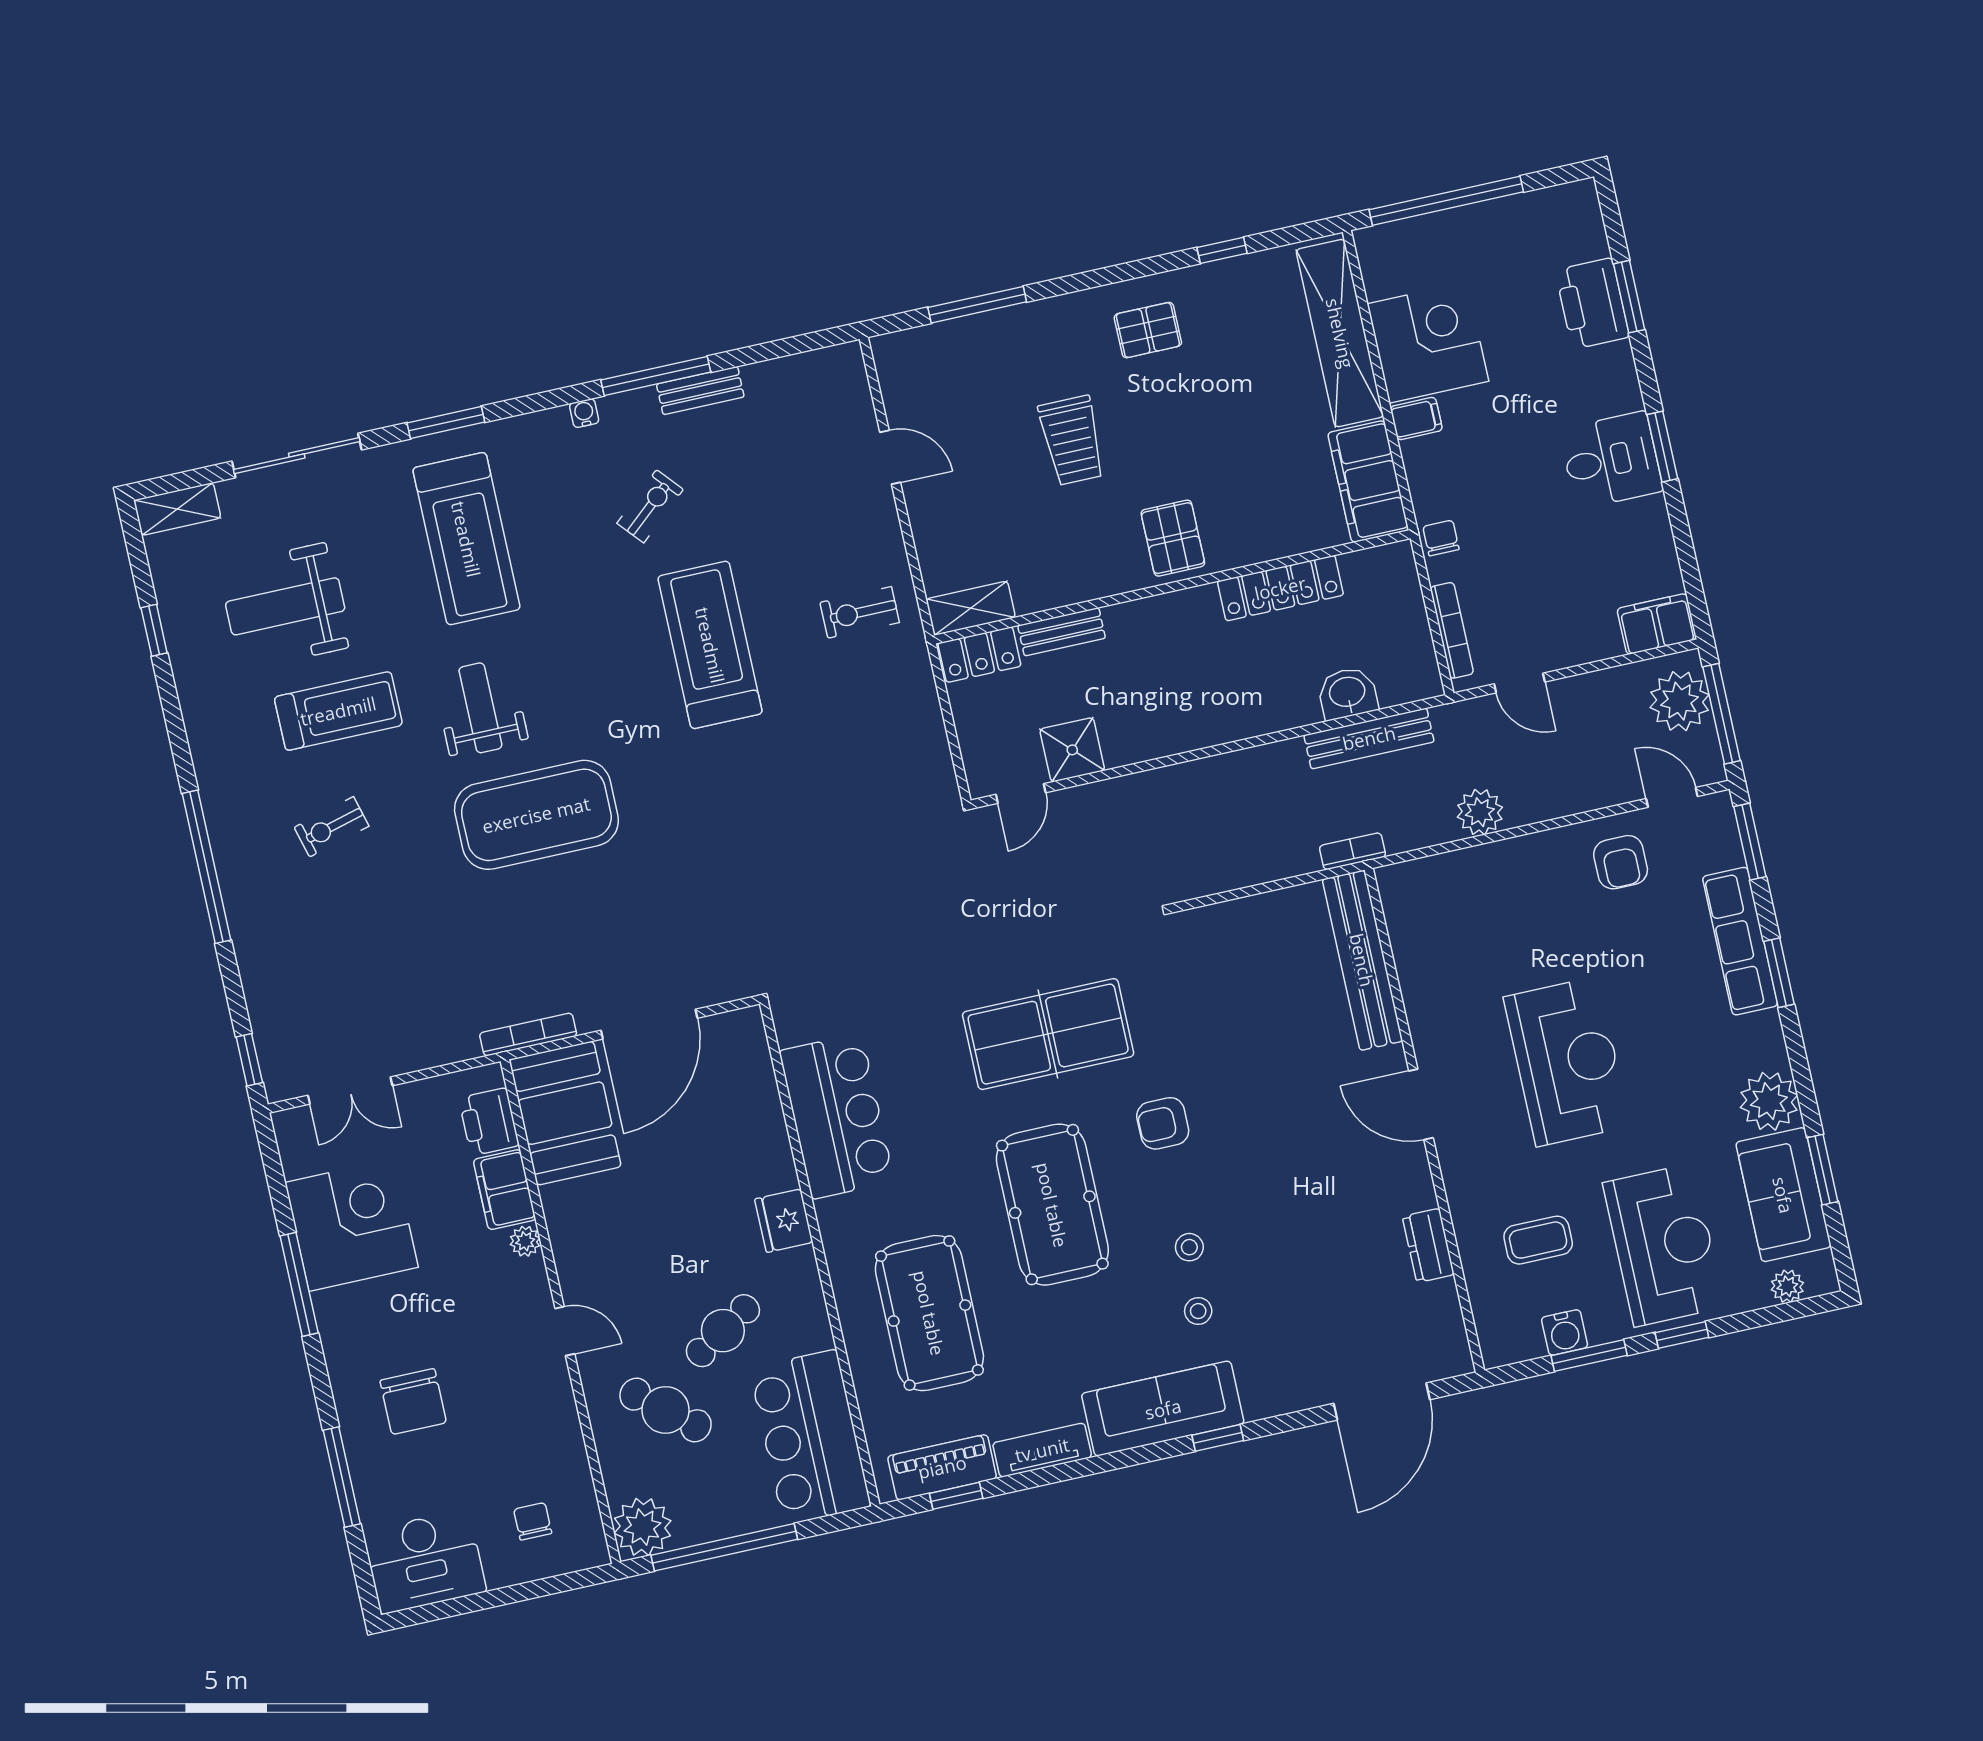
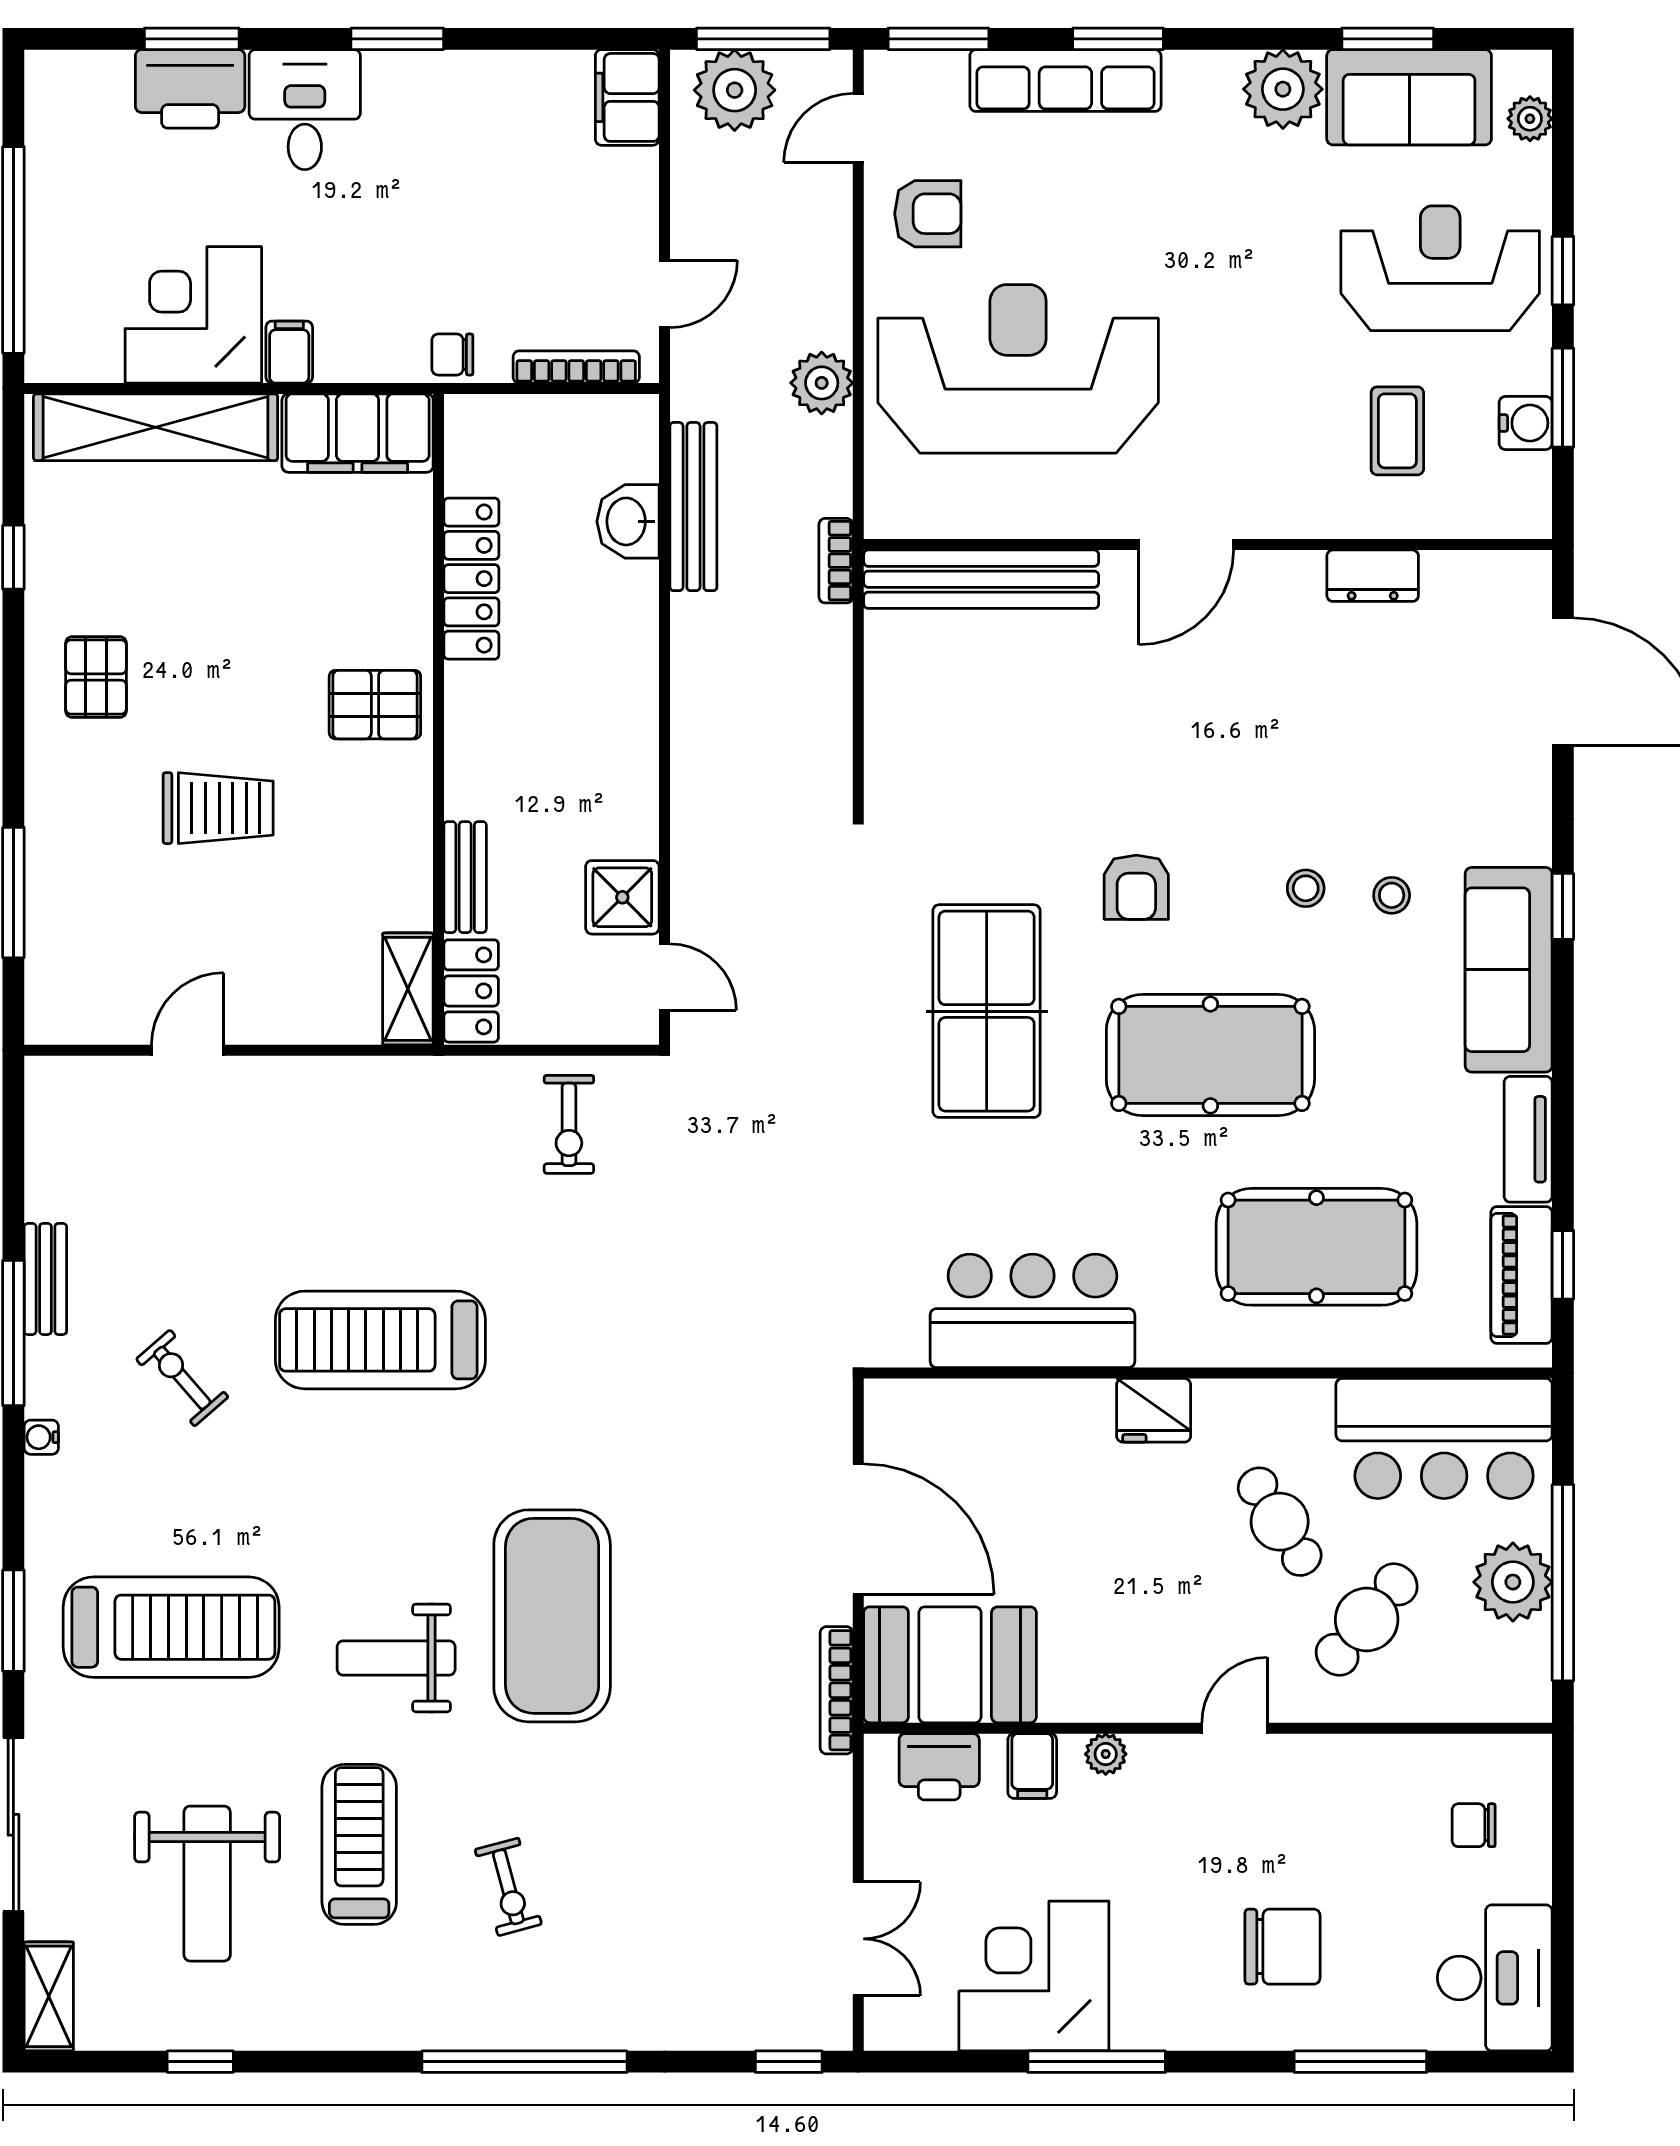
desk: (1611, 460) -> (305, 110), moved
exercise bike: (860, 612) -> (569, 1124), moved
reception desk: (1567, 1062) -> (1018, 369), moved, width x1.36, depth x1.30
filing cabinet: (505, 1190) -> (1032, 1766), width x0.50
plant: (643, 1527) -> (1513, 1582), moved

